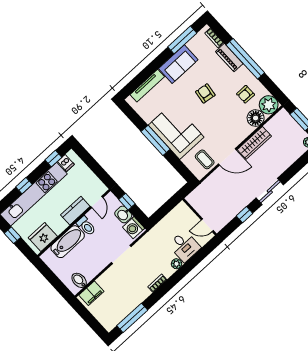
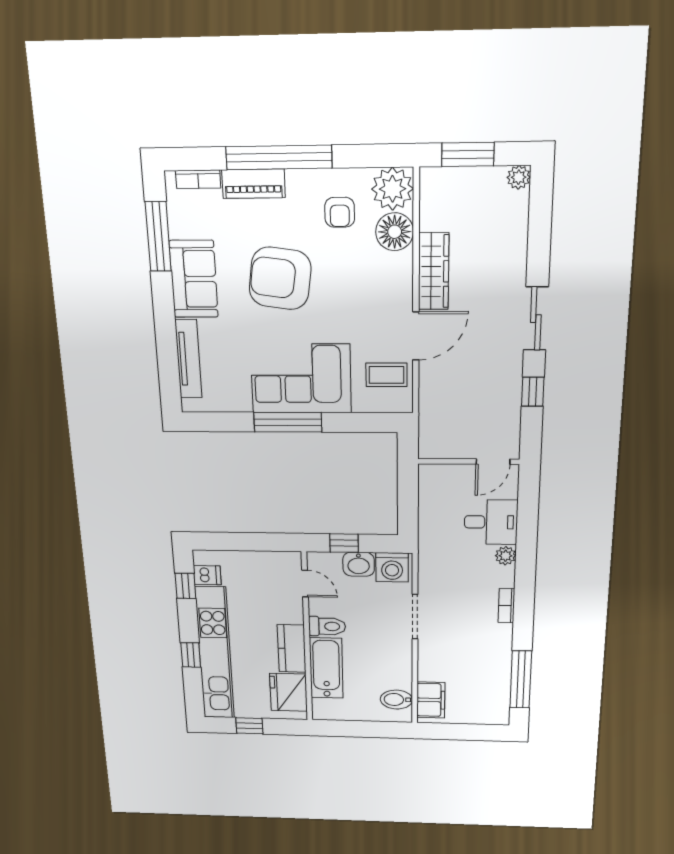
armchair: (205, 93) -> (280, 278), width x1.88, depth x1.88
kitchen counter: (75, 211) -> (292, 649), moved

